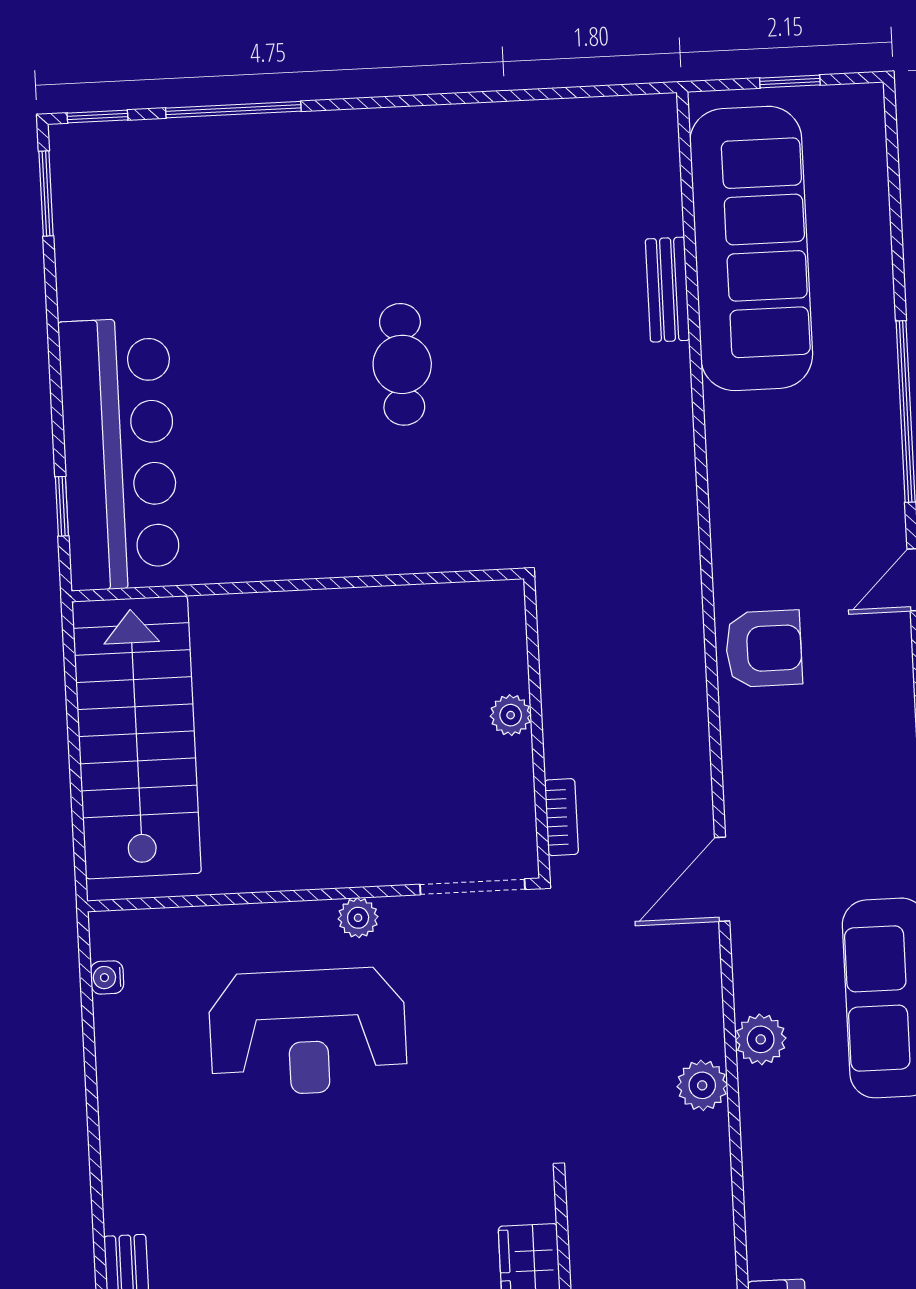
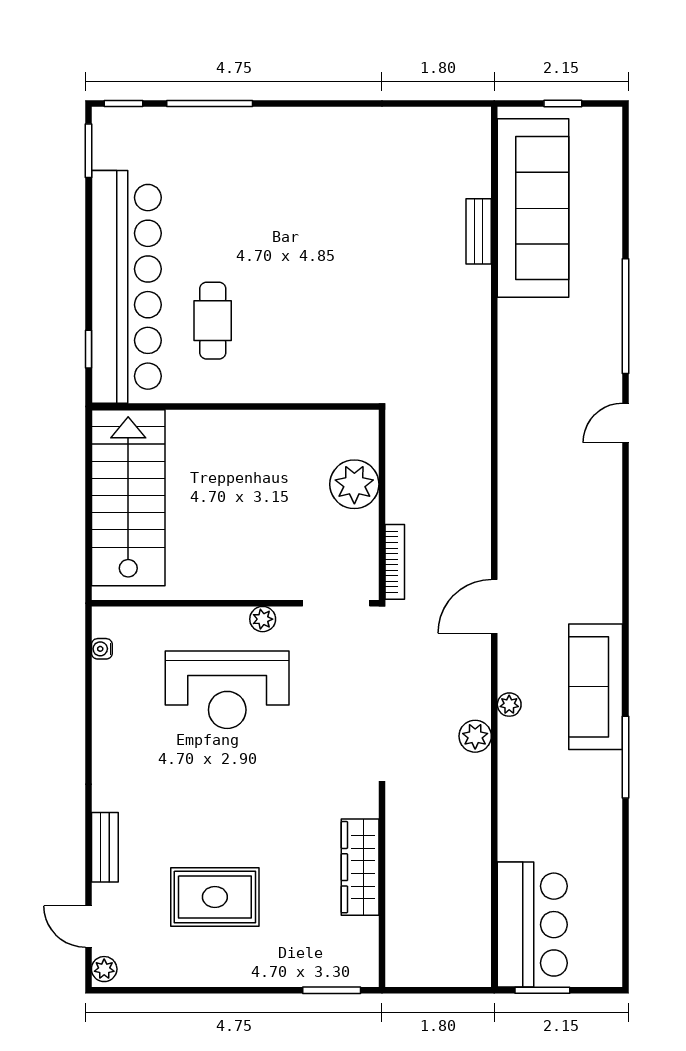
cafe table: (402, 364) -> (213, 321), moved
bar counter: (119, 454) -> (126, 287), width x1.36
armchair: (764, 649) -> (528, 462), removed
plant: (511, 715) -> (354, 484), width x1.87, depth x1.87
bookcase: (561, 817) -> (395, 562), width x1.56
plant: (761, 1039) -> (509, 705), width x0.73, depth x0.73

